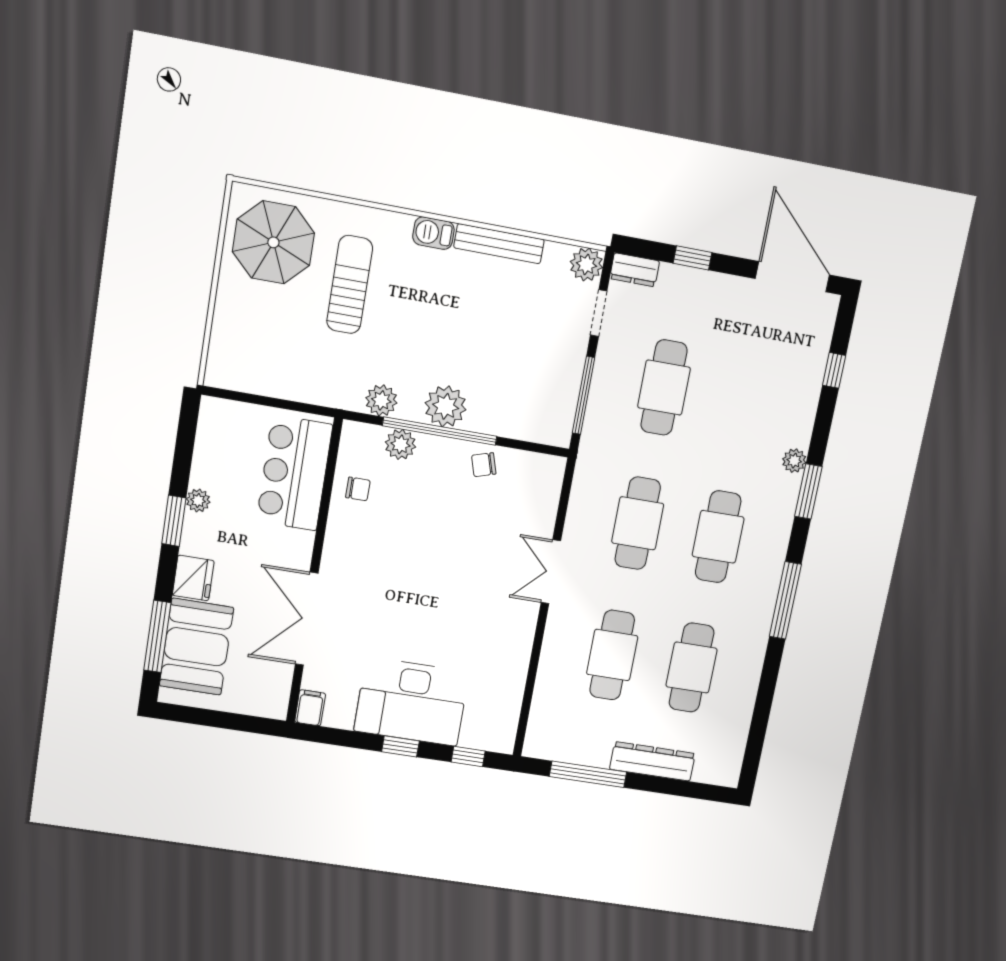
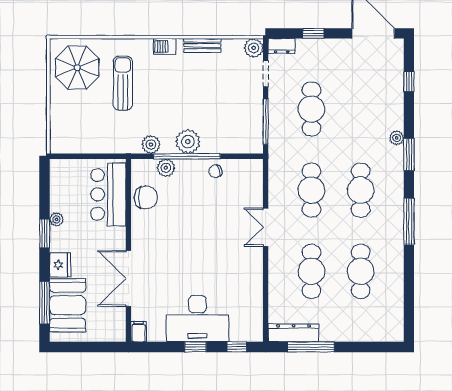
bench: (499, 244) -> (202, 45), width x0.73
chair: (358, 489) -> (146, 197), width x1.87, depth x1.87
dresser: (652, 761) -> (293, 333), moved

